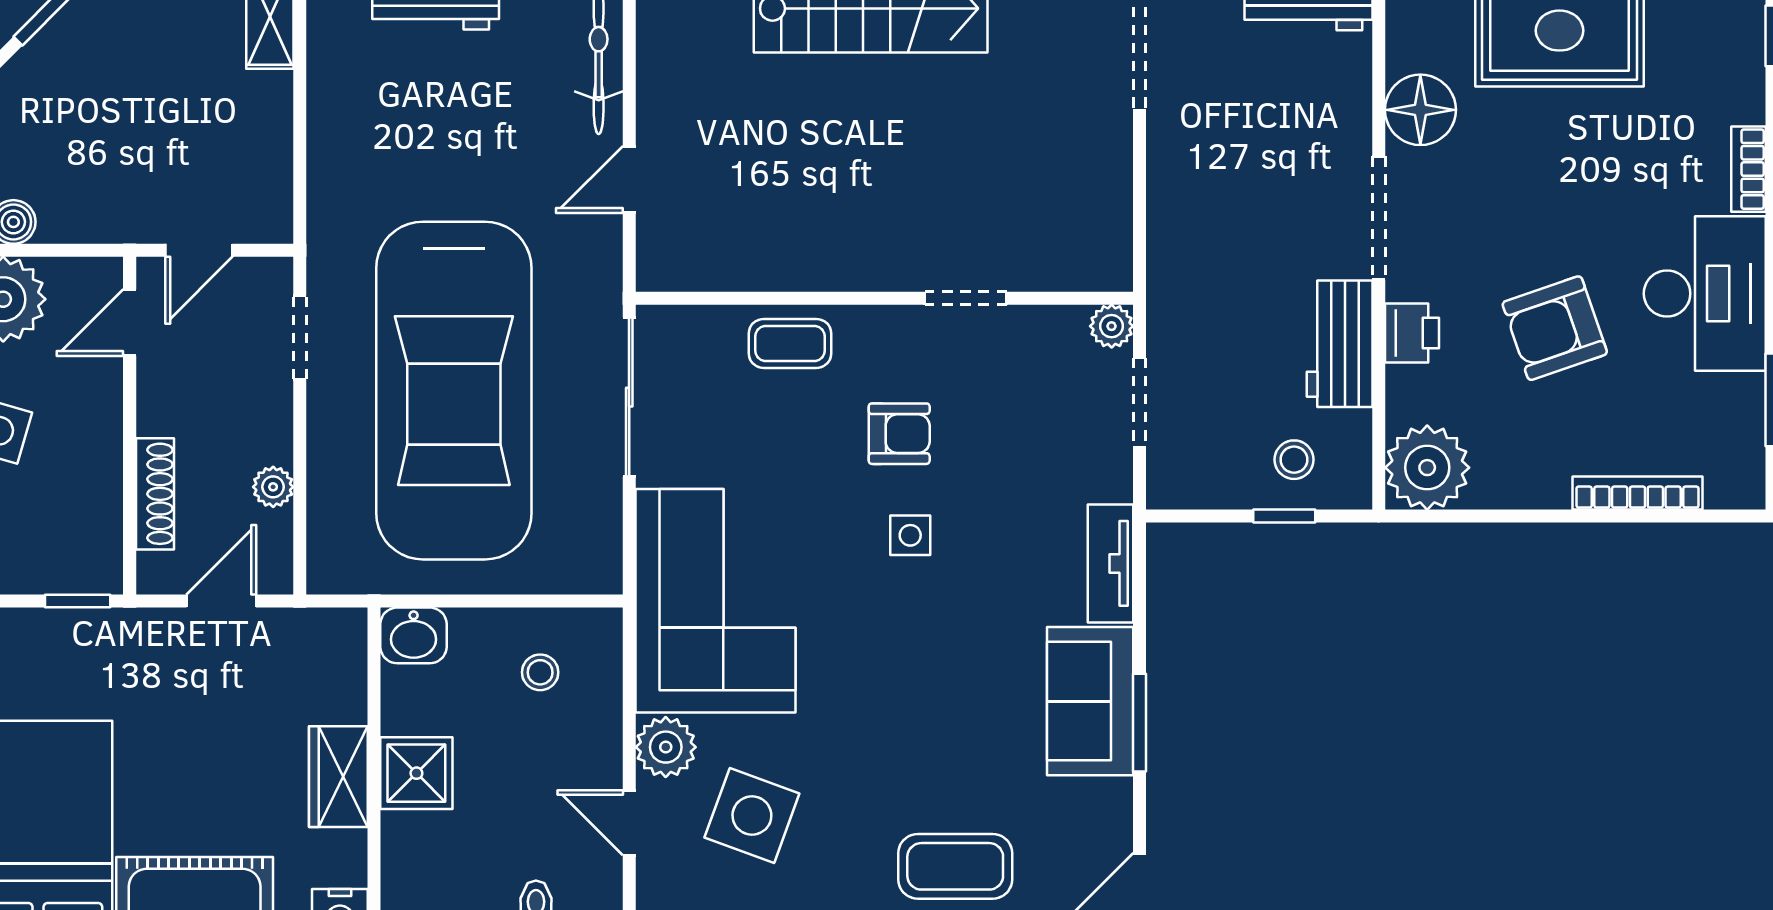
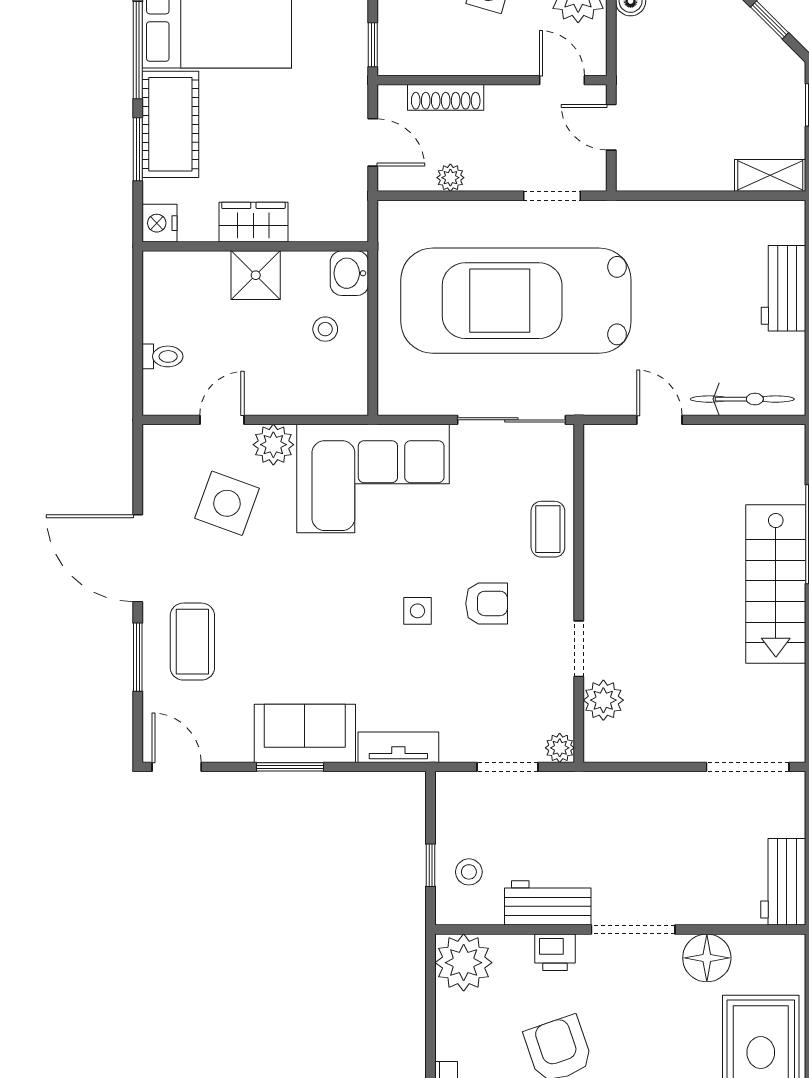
plant: (1041, 262) -> (603, 700), added
armchair: (899, 434) -> (487, 603), turned -90
stool: (540, 672) -> (325, 329), moved

